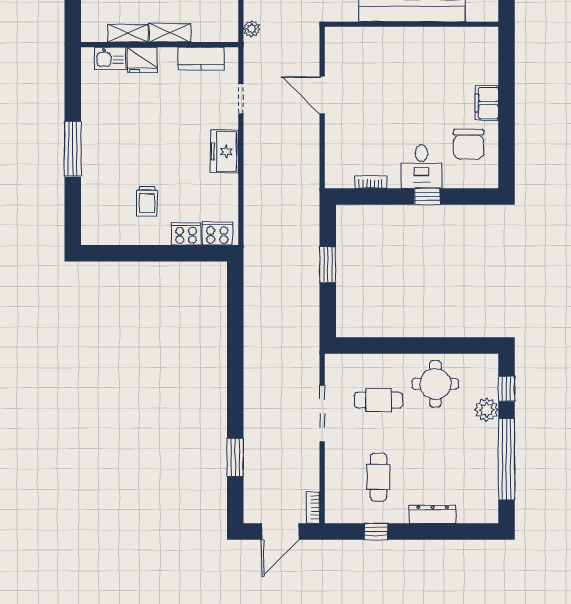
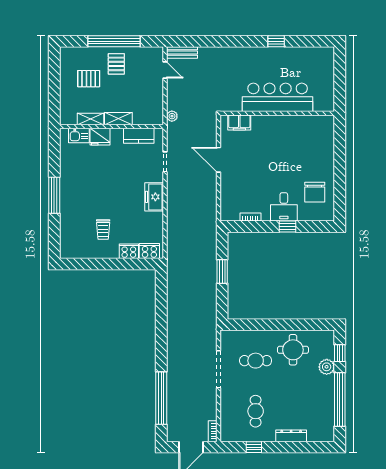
filing cabinet: (487, 103) -> (239, 122), moved, turned -90
window: (235, 457) -> (161, 398), width x2.11

